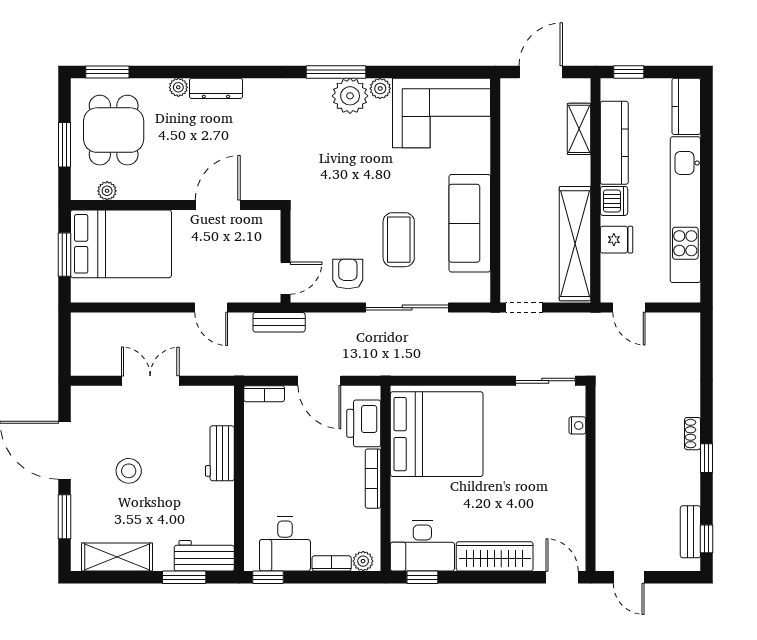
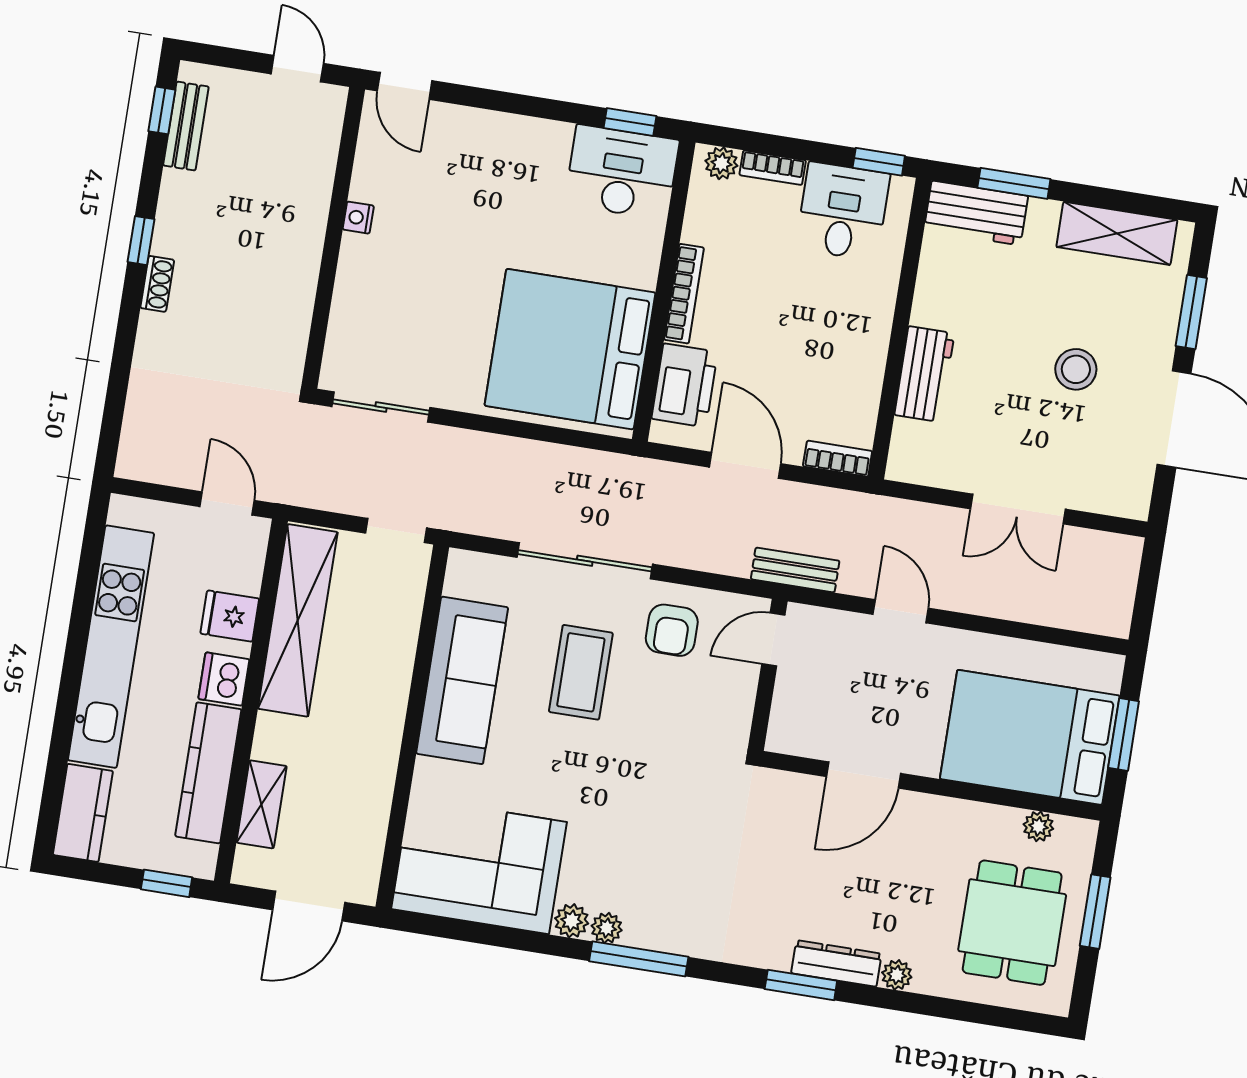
window: (107, 72) -> (801, 985), moved
plant: (350, 96) -> (607, 928), width x0.53, depth x0.53
nightstand: (577, 425) -> (358, 218), moved
wardrobe: (495, 556) -> (508, 137), removed

